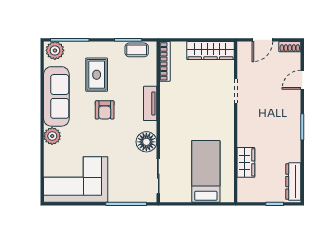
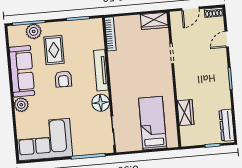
plant: (55, 50) -> (34, 31), moved
coffee table: (137, 50) -> (86, 26), removed
wardrobe: (210, 51) -> (154, 21), width x0.67
tv unit: (150, 103) -> (101, 70), width x1.41

